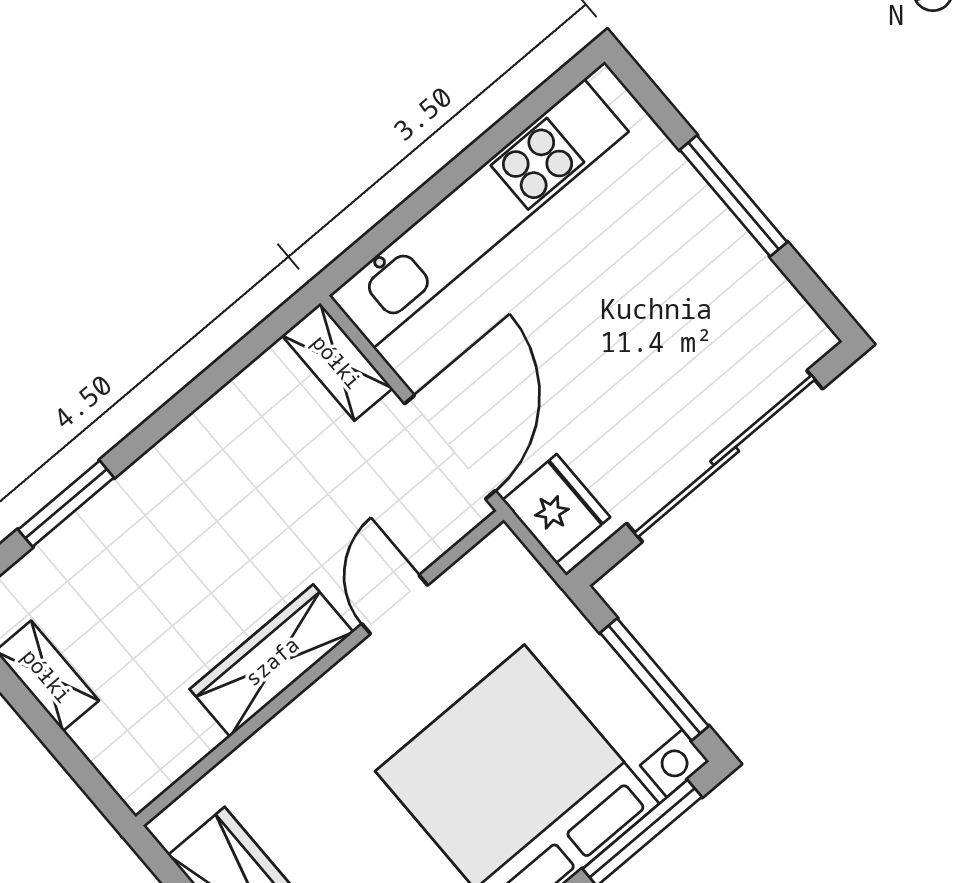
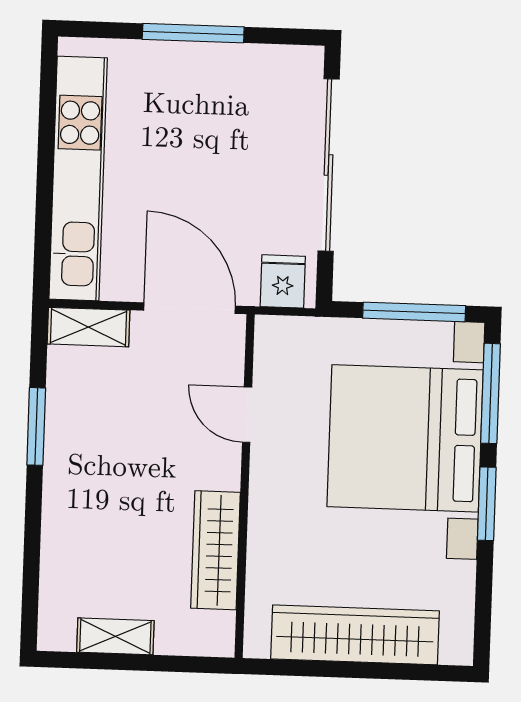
window: (66, 504) -> (36, 426), moved
fridge: (556, 509) -> (283, 281), width x0.72
wardrobe: (272, 661) -> (216, 550), moved

